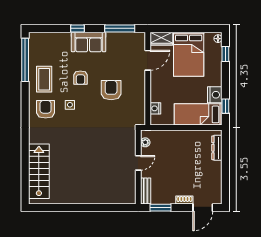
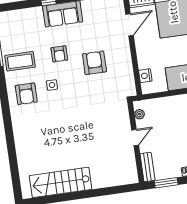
coffee table: (44, 79) -> (20, 61), turned 90
armchair: (46, 109) -> (26, 94), turned 180
stairs: (39, 171) -> (61, 182), moved, turned -90

